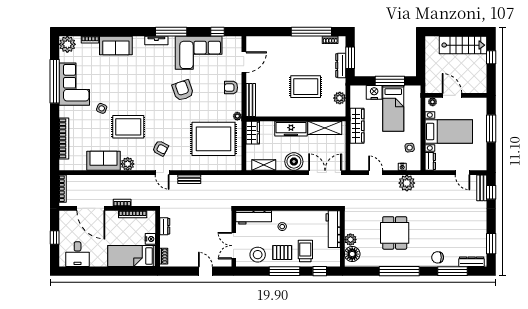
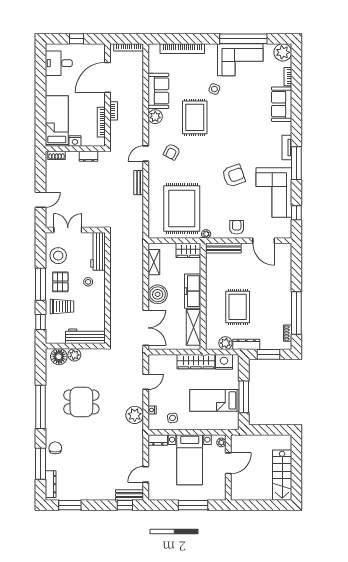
window: (491, 57) -> (269, 505), removed
dresser: (341, 65) -> (246, 344), moved
nightstand: (374, 92) -> (224, 362), moved, turned -90

